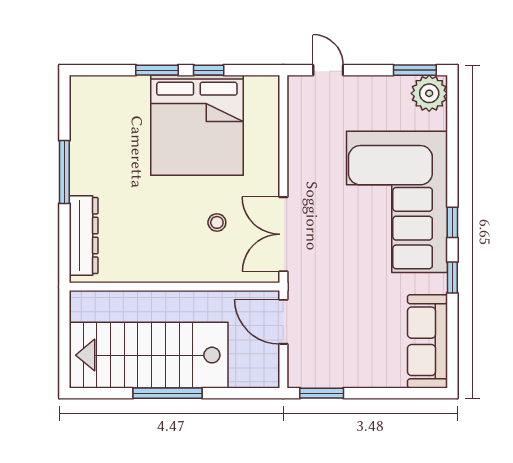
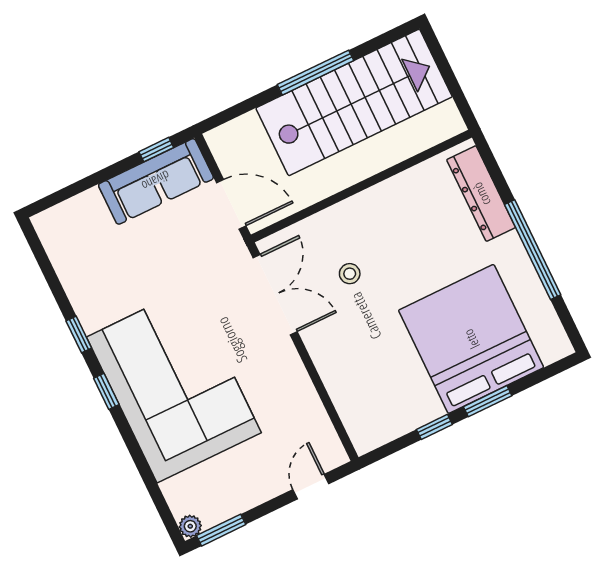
door: (328, 70) -> (311, 487), swing flipped
plant: (429, 93) -> (190, 526), width x0.53, depth x0.53
bed: (197, 125) -> (471, 339), moved
window: (64, 172) -> (533, 250), width x1.46
sofa: (427, 341) -> (156, 181), moved, turned 90
window: (322, 393) -> (156, 150), width x0.67

